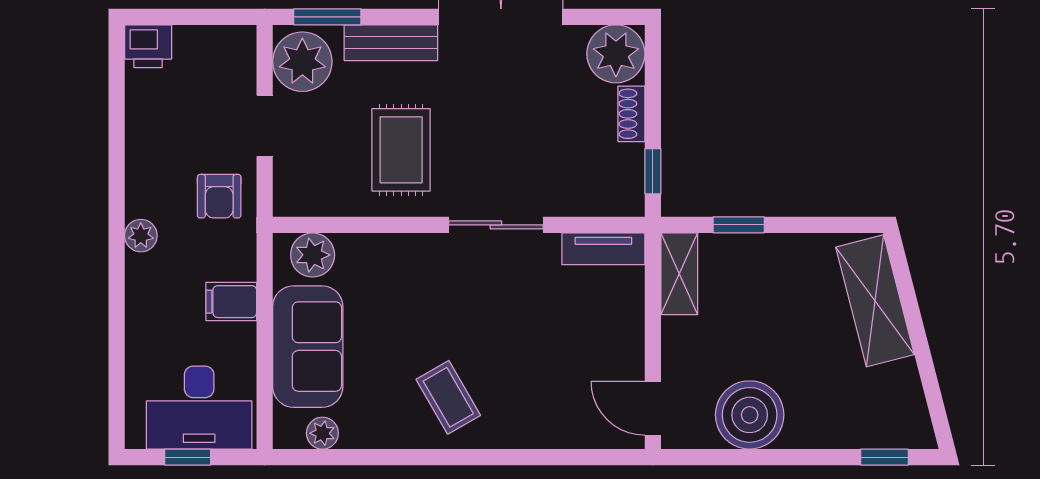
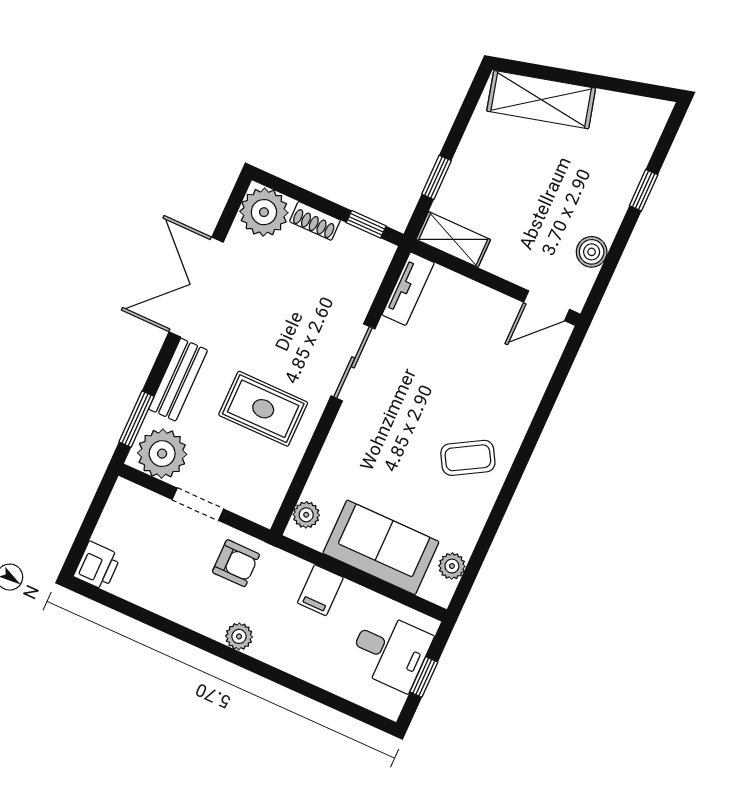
plant: (313, 255) -> (306, 515), width x0.73, depth x0.73
desk: (199, 408) -> (390, 651), width x0.73
boiler: (750, 415) -> (592, 252), width x0.54, depth x0.54
window: (884, 457) -> (644, 190), moved

